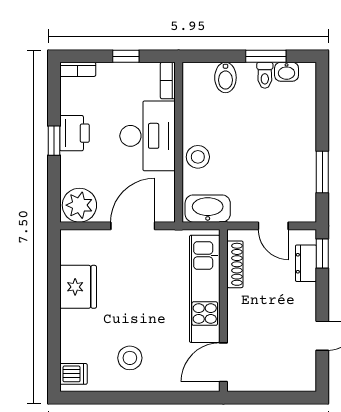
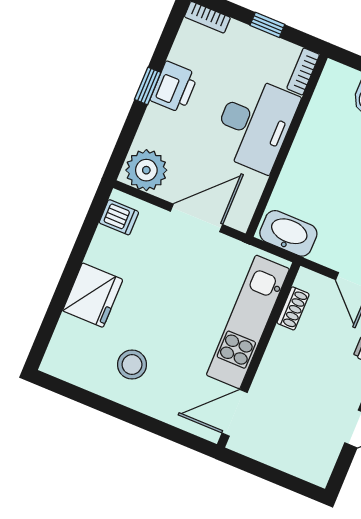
stool: (198, 157) -> (301, 171), removed
shoe rack: (235, 264) -> (293, 308), width x0.70
fridge: (78, 287) -> (93, 295), moved
dishwasher: (73, 374) -> (119, 217), moved

